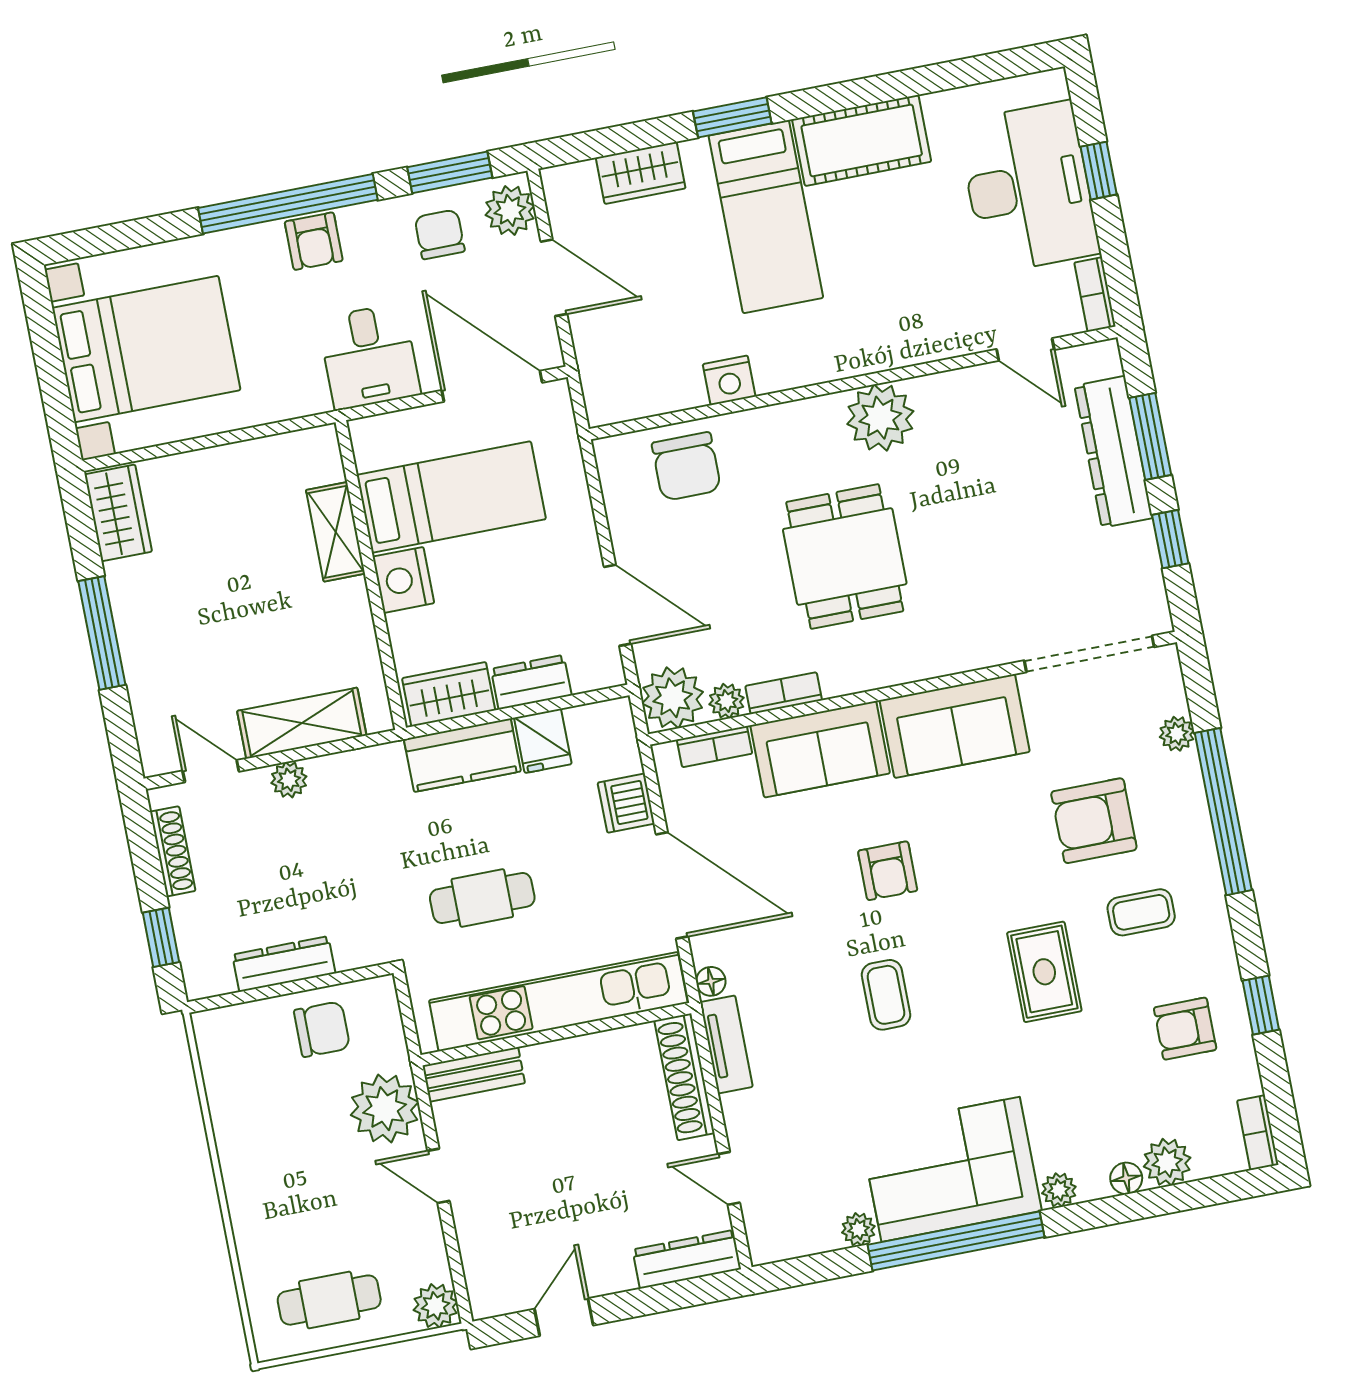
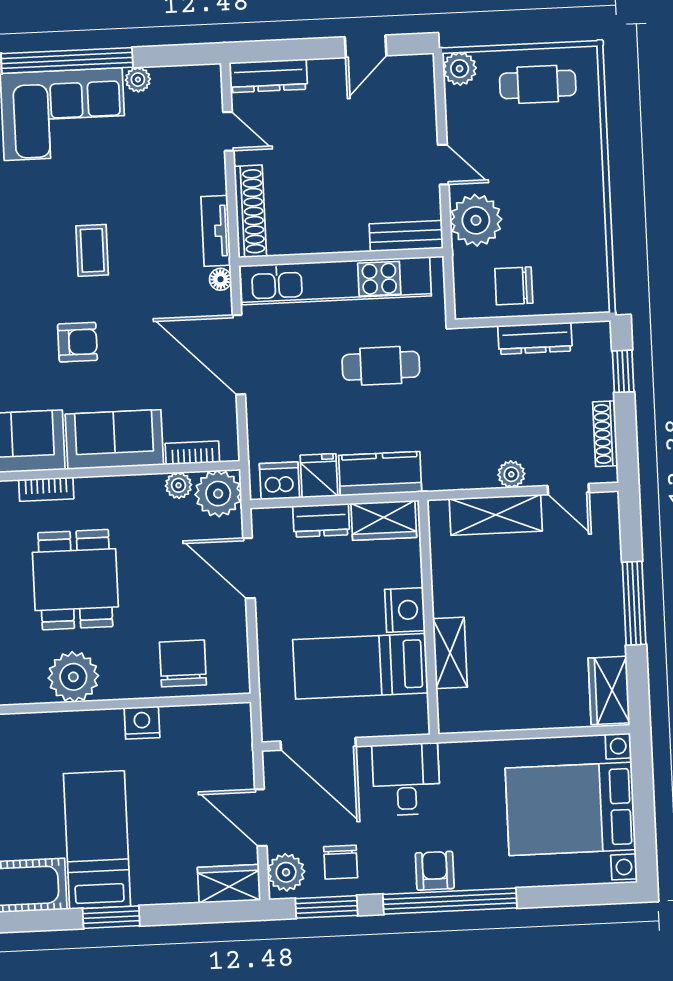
wardrobe: (641, 173) -> (229, 884), moved
plant: (880, 418) -> (73, 677), moved
bookcase: (784, 693) -> (46, 489), moved
dishwasher: (626, 803) -> (279, 481), moved, turned -90
armchair: (888, 871) -> (78, 342), turned 90

